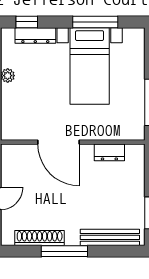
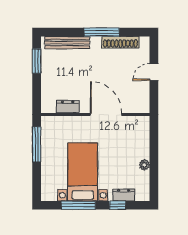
window: (27, 22) -> (118, 205), moved
dresser: (35, 35) -> (124, 195), width x0.70

